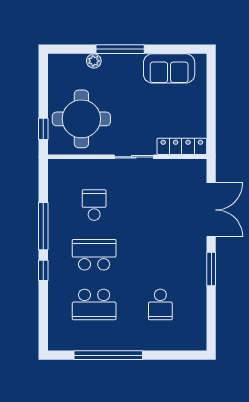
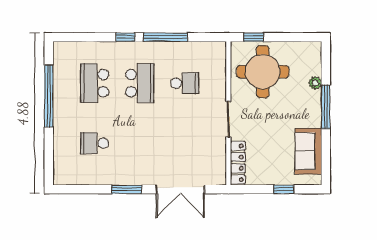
window: (211, 96) -> (284, 189), added

